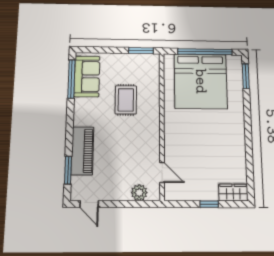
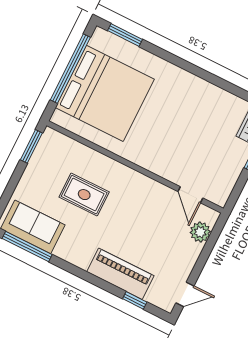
window: (68, 170) -> (135, 300), width x0.67
door: (162, 172) -> (190, 195), swing flipped

